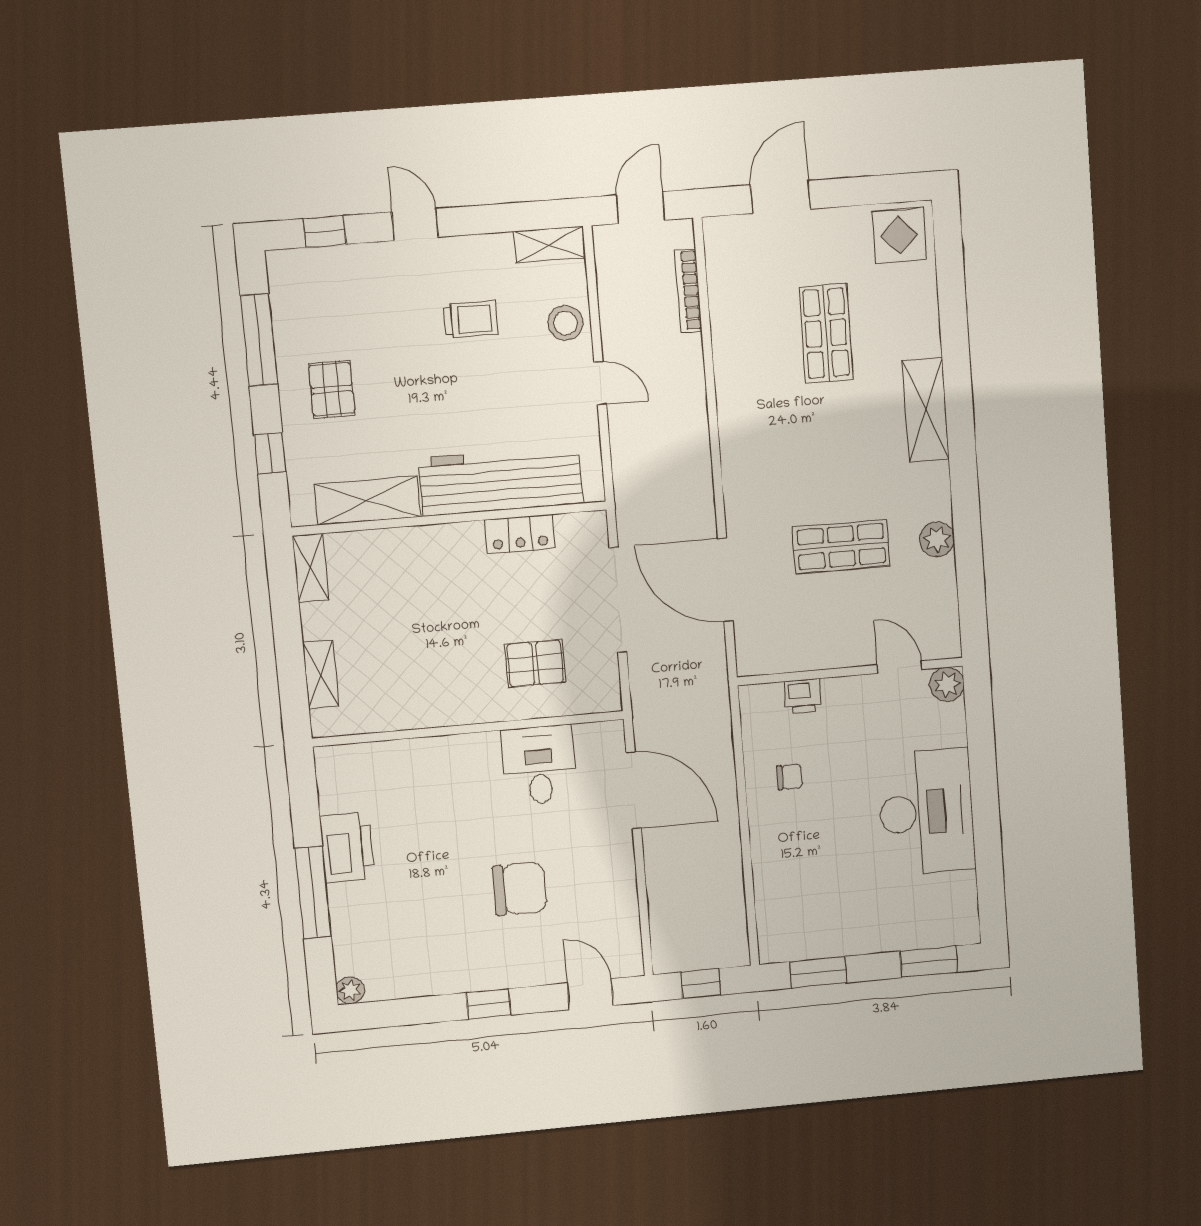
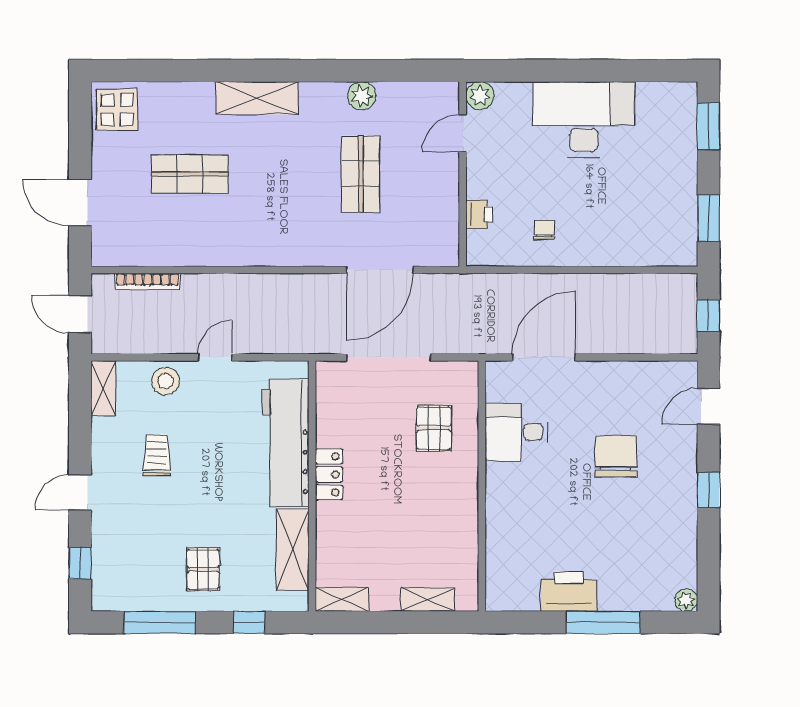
pallet: (332, 389) -> (203, 569), turned 90
locker: (520, 534) -> (329, 474), moved

